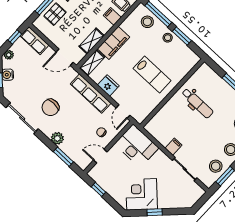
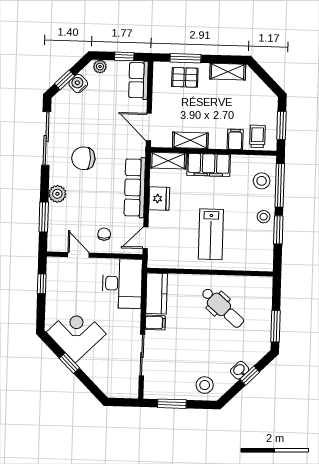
dental chair: (197, 103) -> (223, 308), turned -49
kitchen counter: (158, 132) -> (157, 294), added
stool: (216, 166) -> (174, 385), removed

